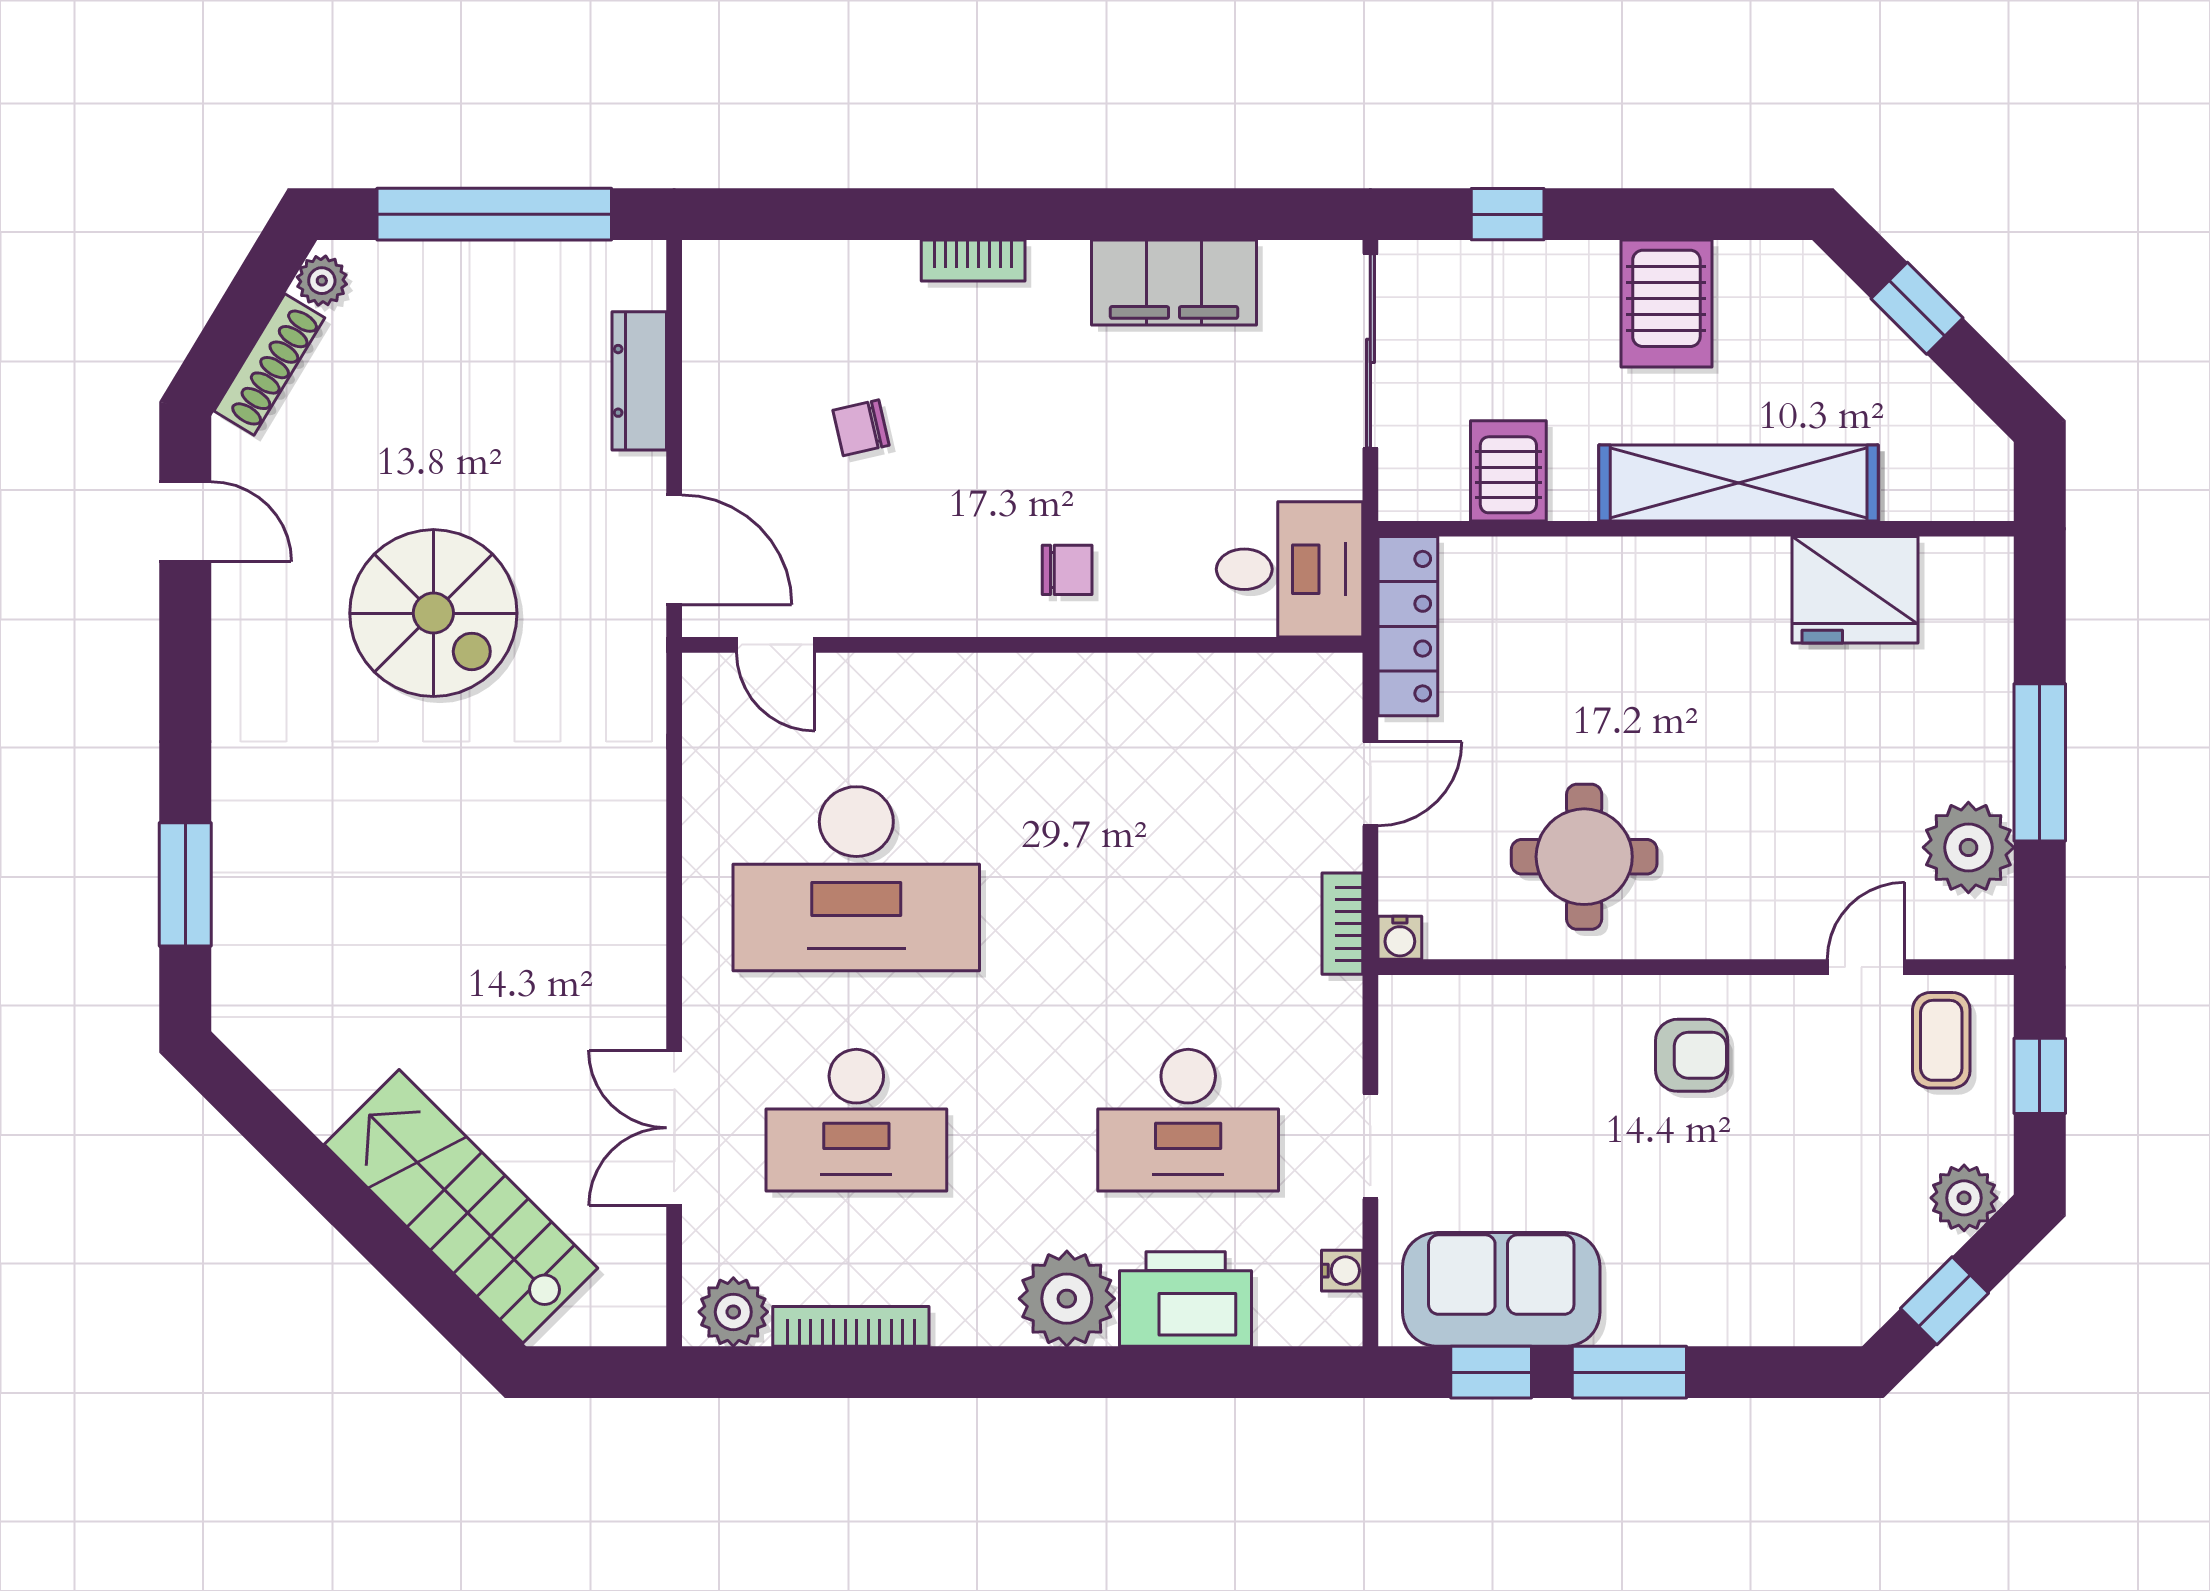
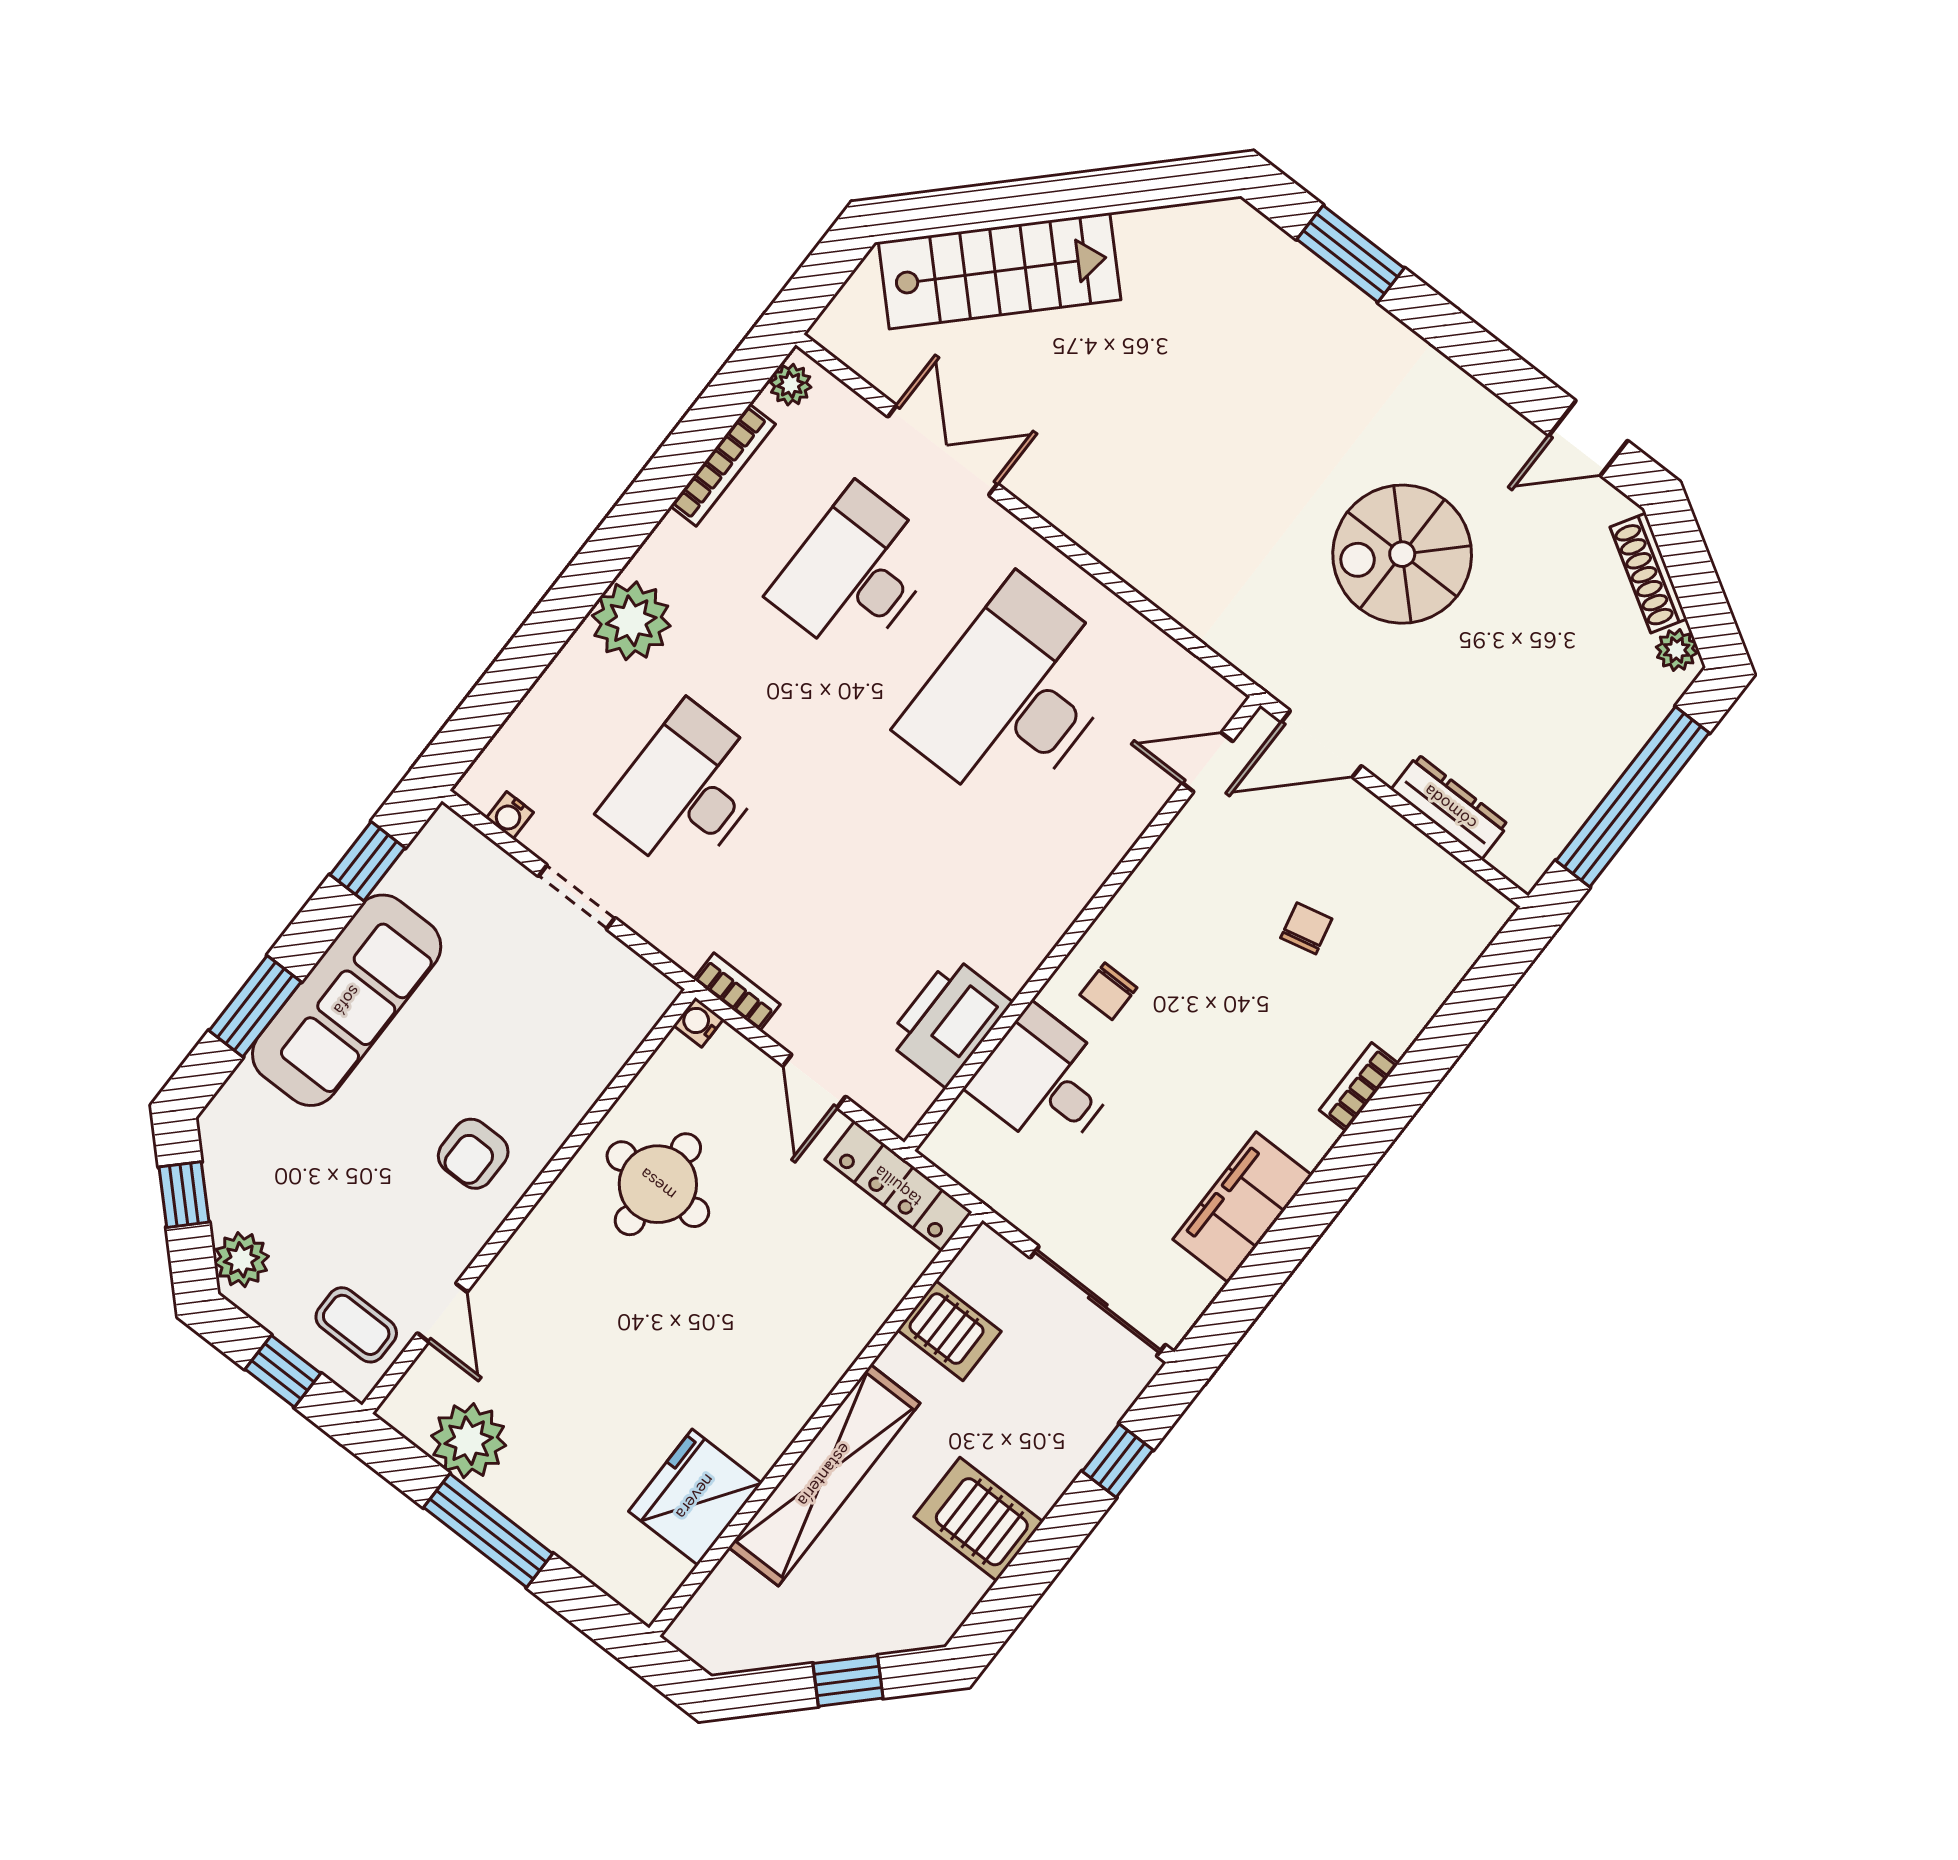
desk: (1290, 569) -> (1045, 1081), moved, turned 90
sofa: (1501, 1289) -> (347, 1000), moved, width x1.36
printer: (1186, 1299) -> (949, 1021), moved, turned 180
plant: (733, 1312) -> (791, 385), width x0.73, depth x0.73
window: (1629, 1372) -> (255, 1006), moved

